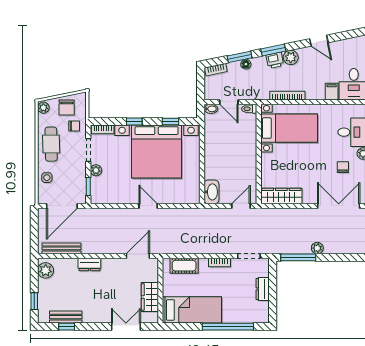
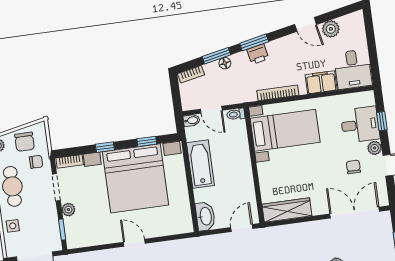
plant: (291, 57) -> (331, 29), moved
filing cabinet: (332, 92) -> (321, 82), width x2.00
bathtub: (213, 147) -> (200, 164), added

